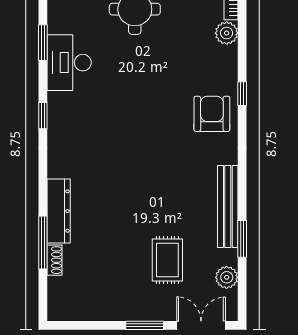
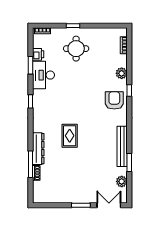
printer: (58, 21) -> (38, 54), added
plant: (227, 33) -> (122, 73), moved
rug: (167, 260) -> (70, 136), moved

